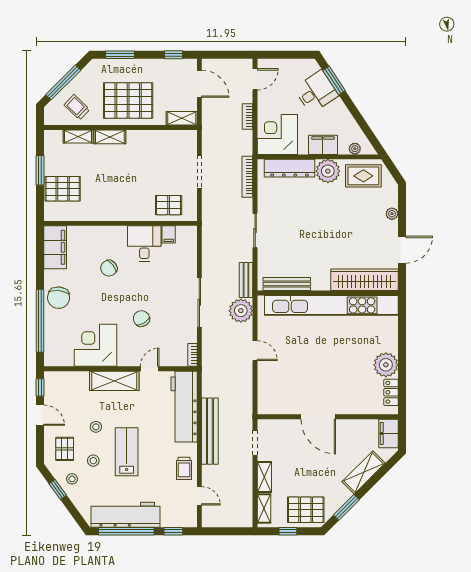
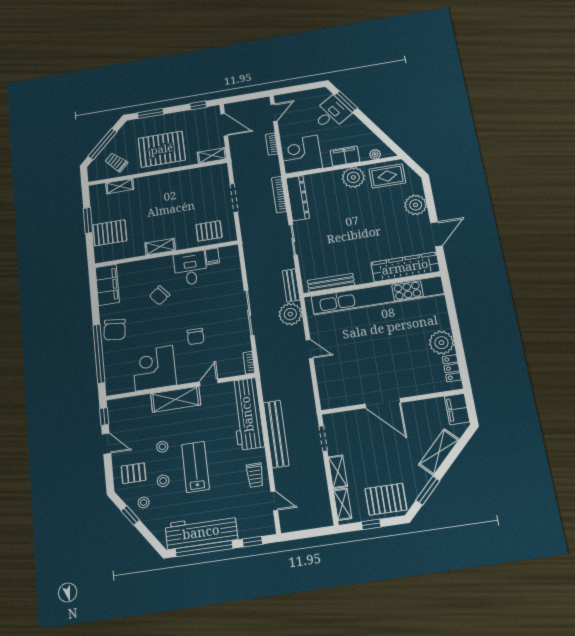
shelving: (110, 137) -> (160, 247), moved
dresser: (290, 168) -> (298, 198), moved, turned -90
plant: (392, 214) -> (416, 205), width x1.88, depth x1.88
chair: (141, 319) -> (196, 336), turned -149
pallet: (65, 449) -> (134, 473), turned 90

